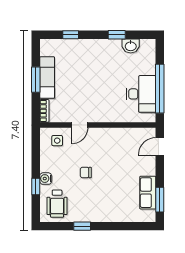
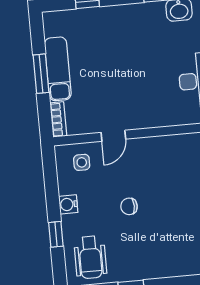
water cooler: (46, 179) -> (68, 204), moved

